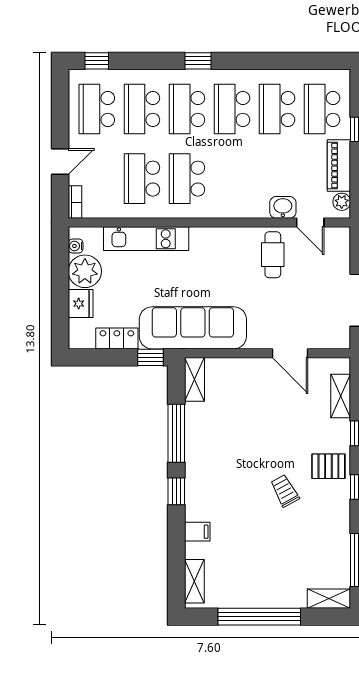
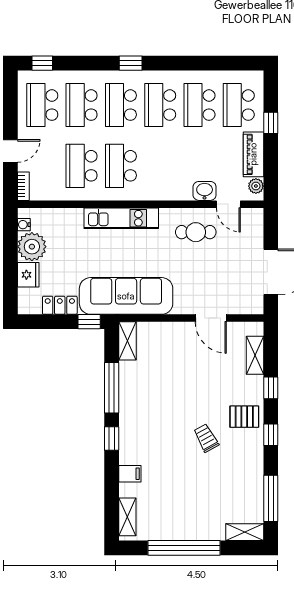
kitchen unit: (146, 239) -> (121, 218), moved
cafe table: (273, 255) -> (196, 232), turned 90

